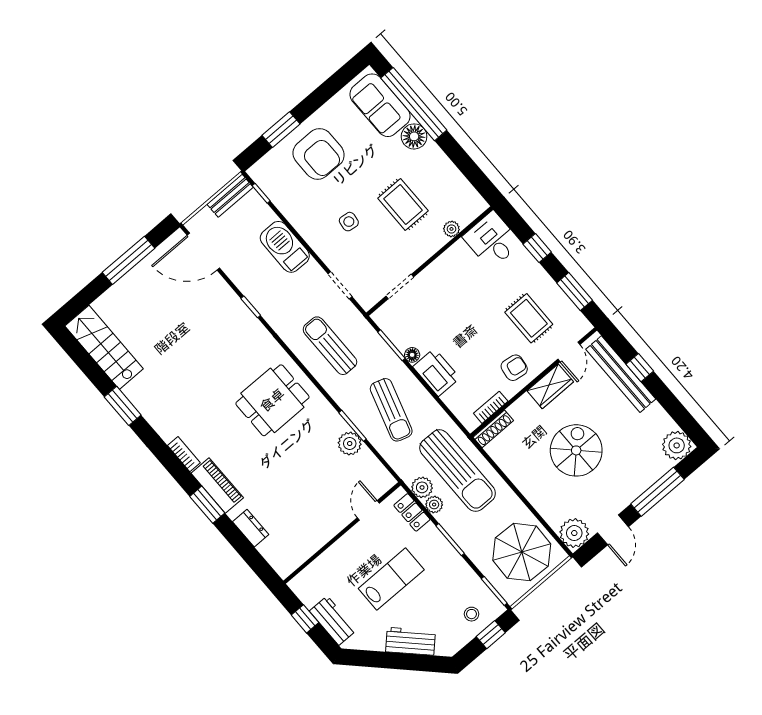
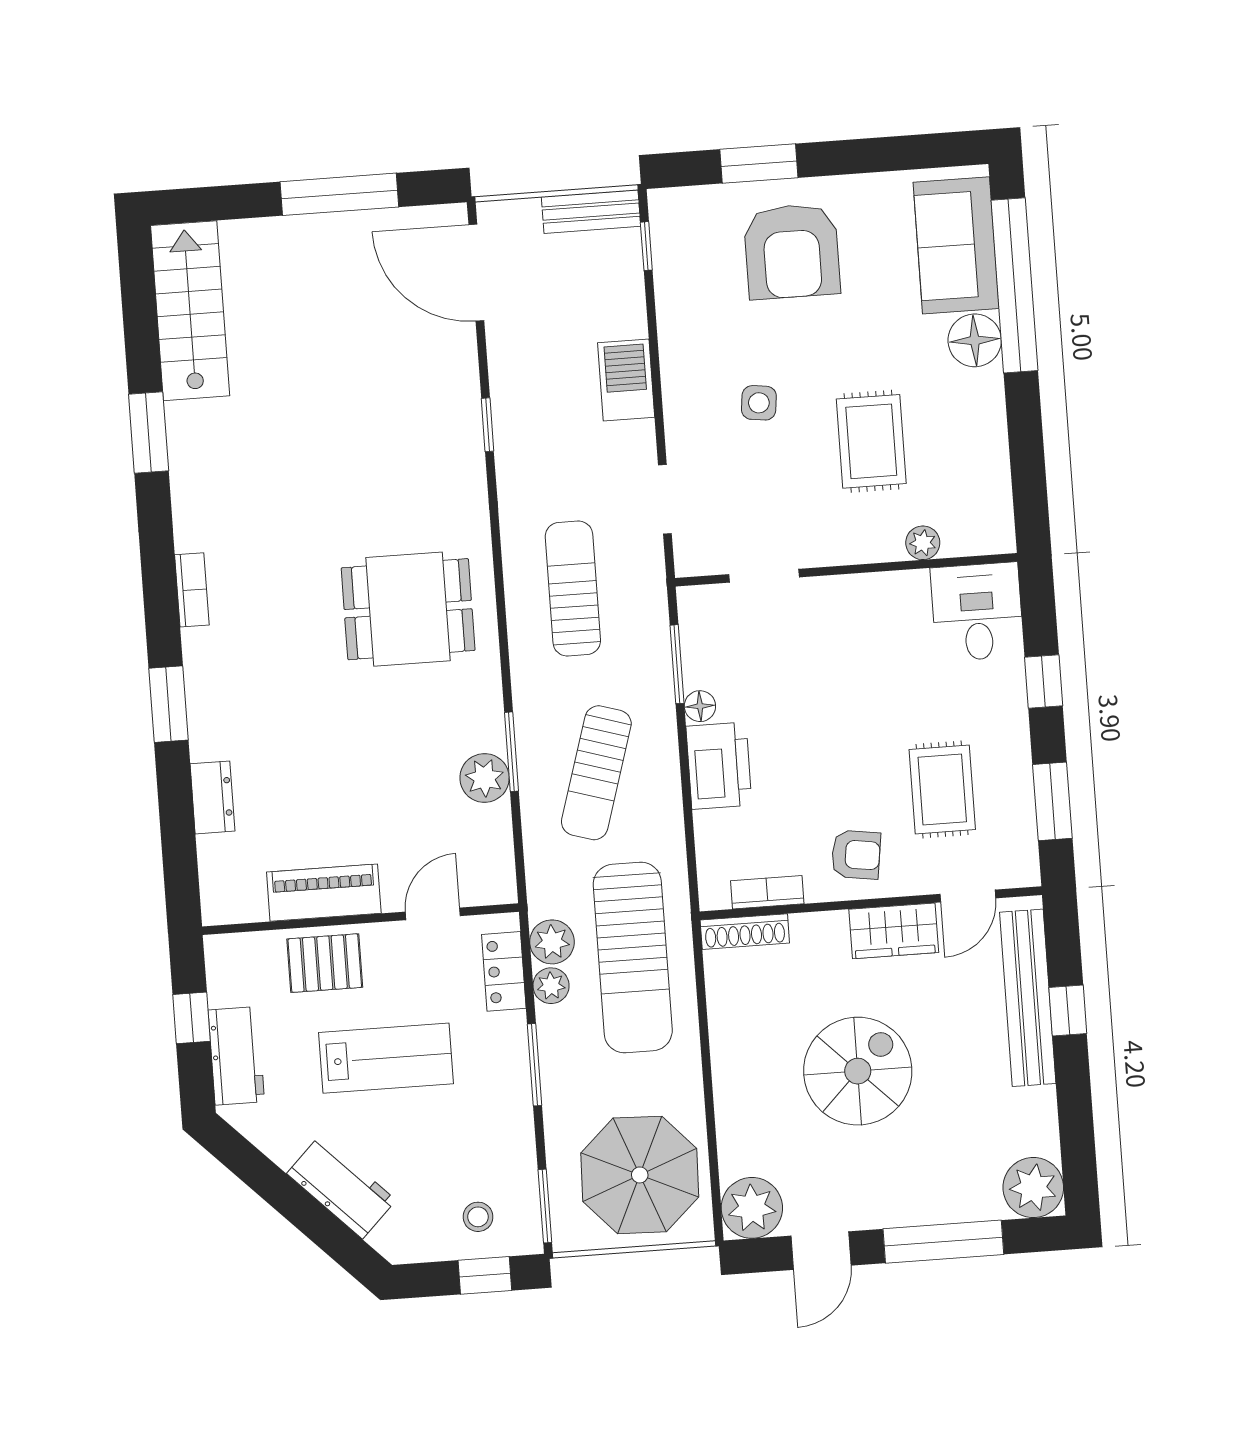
barbecue: (285, 247) -> (626, 380), width x0.73, depth x0.83
piano: (217, 486) -> (324, 893), moved, turned -90
pallet: (341, 560) -> (325, 963), added

